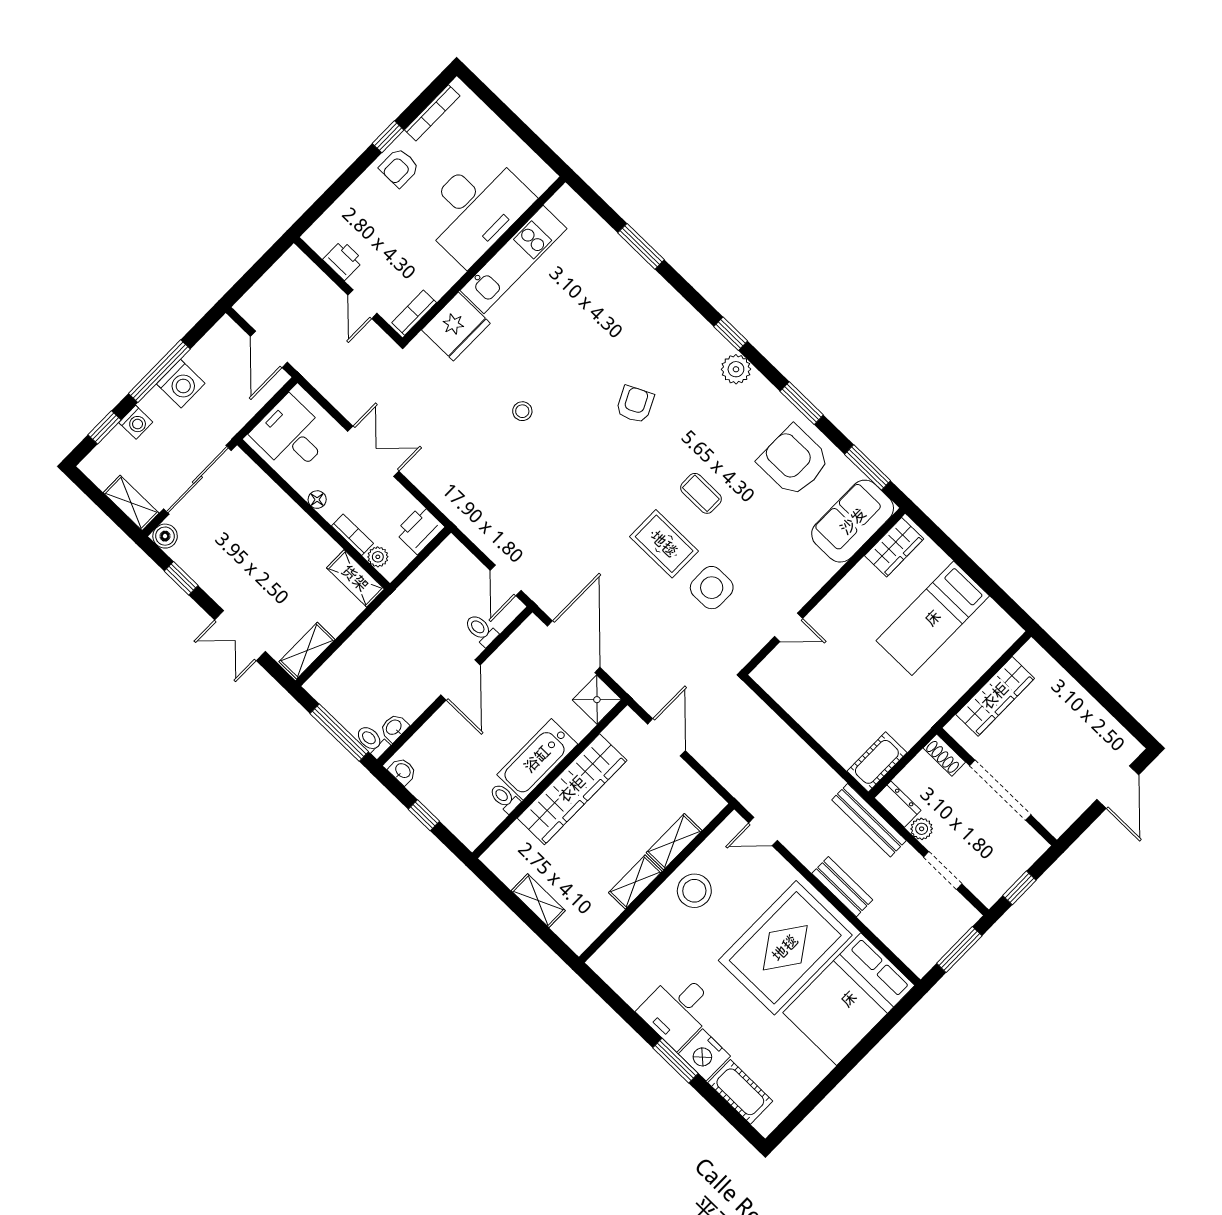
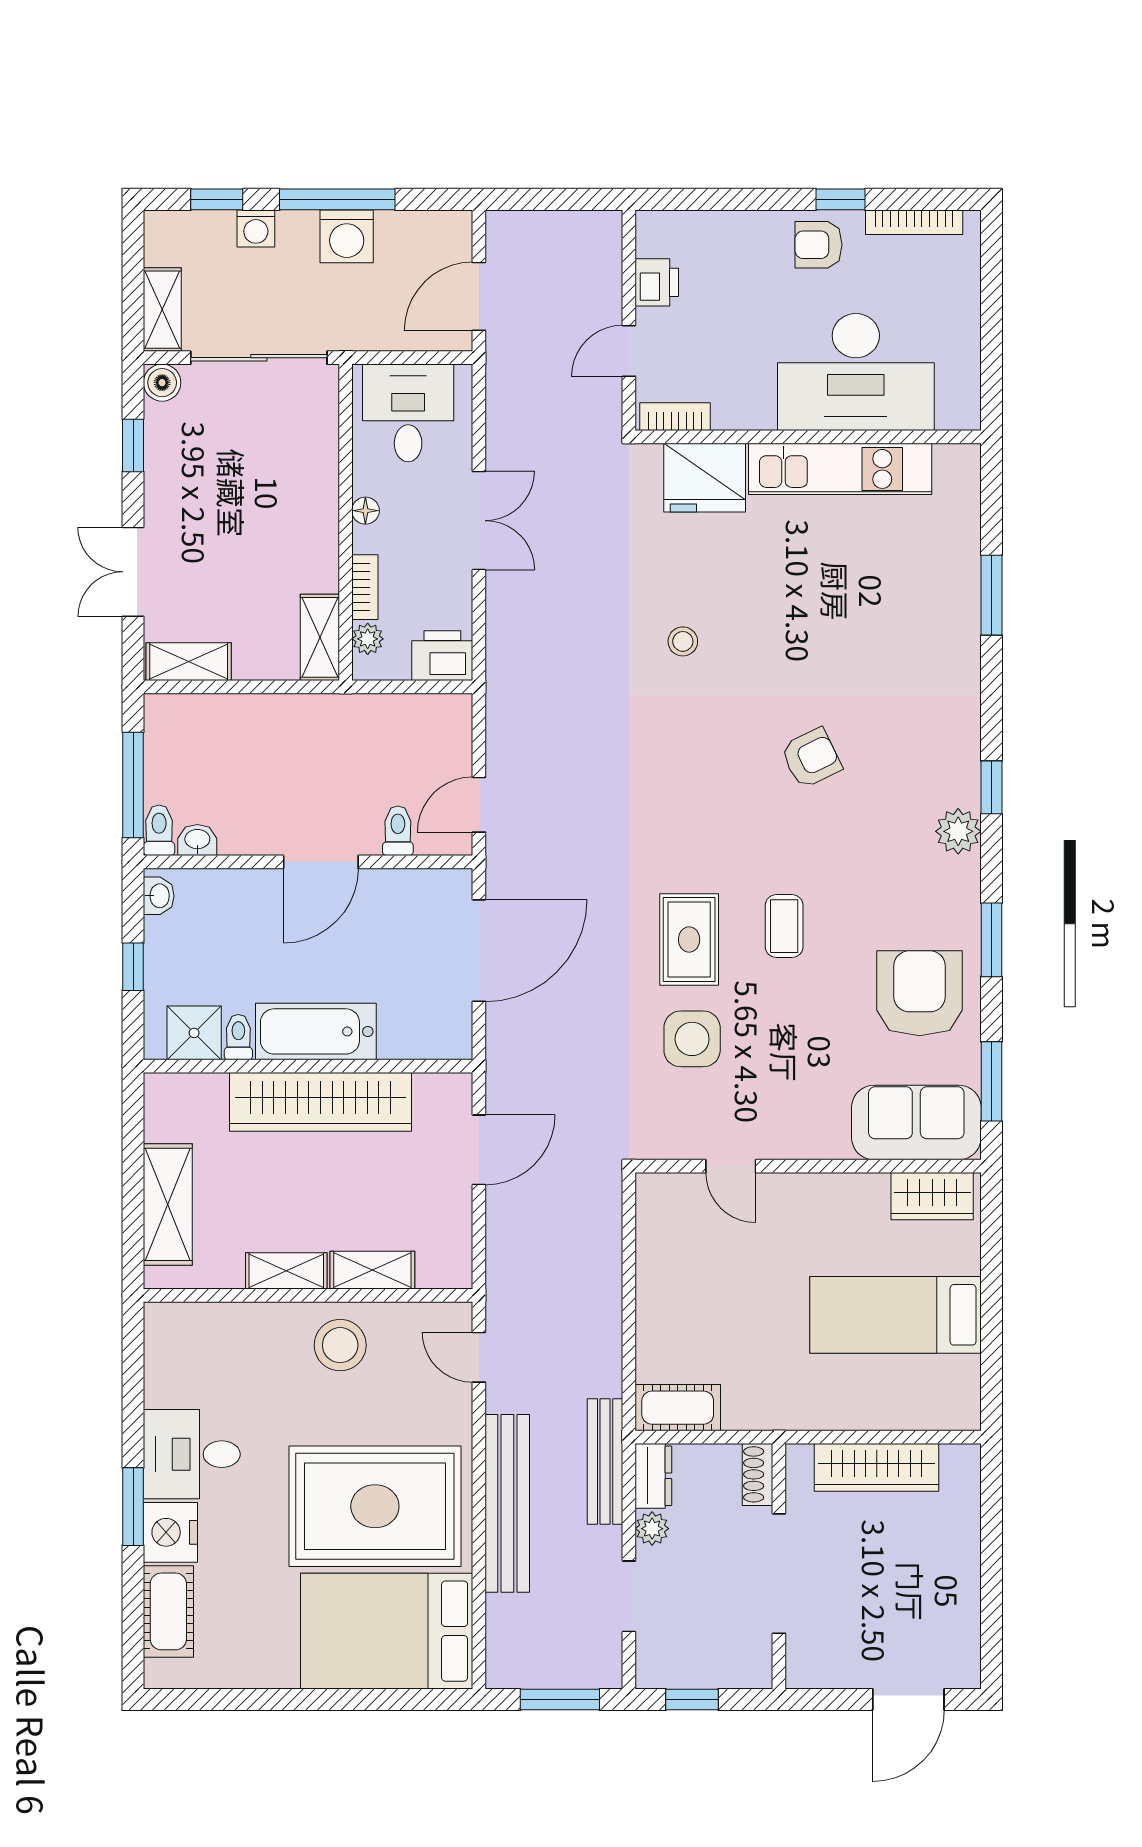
shower: (597, 700) -> (194, 1033), moved
bench: (842, 887) -> (507, 1503), width x1.86, depth x1.21
shelving: (538, 901) -> (168, 1204), width x1.50, depth x1.33

